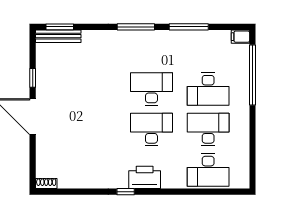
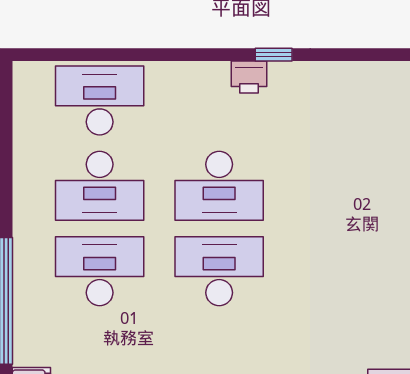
desk: (151, 89) -> (219, 271), turned 180
printer: (145, 177) -> (249, 77), width x0.53, depth x0.68

